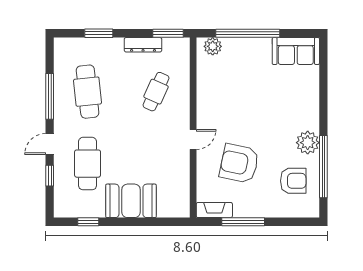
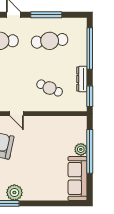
window: (99, 33) -> (90, 49), width x2.11
plant: (213, 46) -> (81, 149), moved
sofa: (296, 51) -> (78, 178), width x1.36

